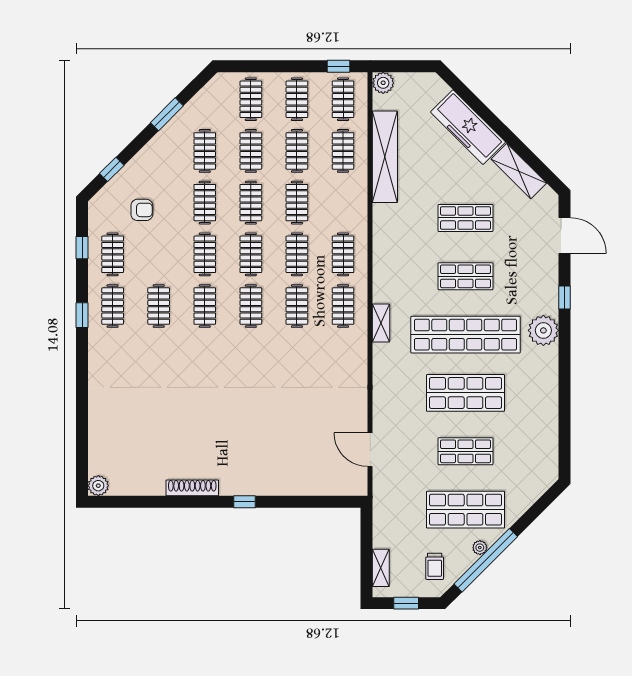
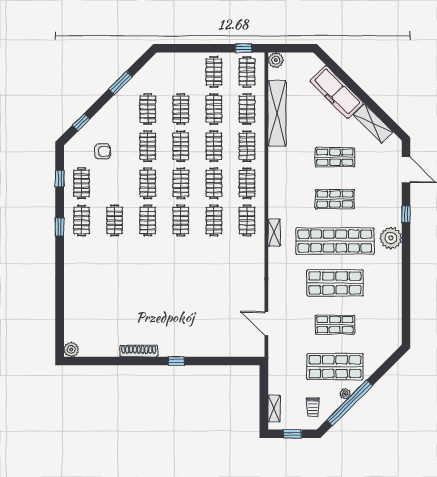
clothes rail: (251, 99) -> (247, 146), moved

